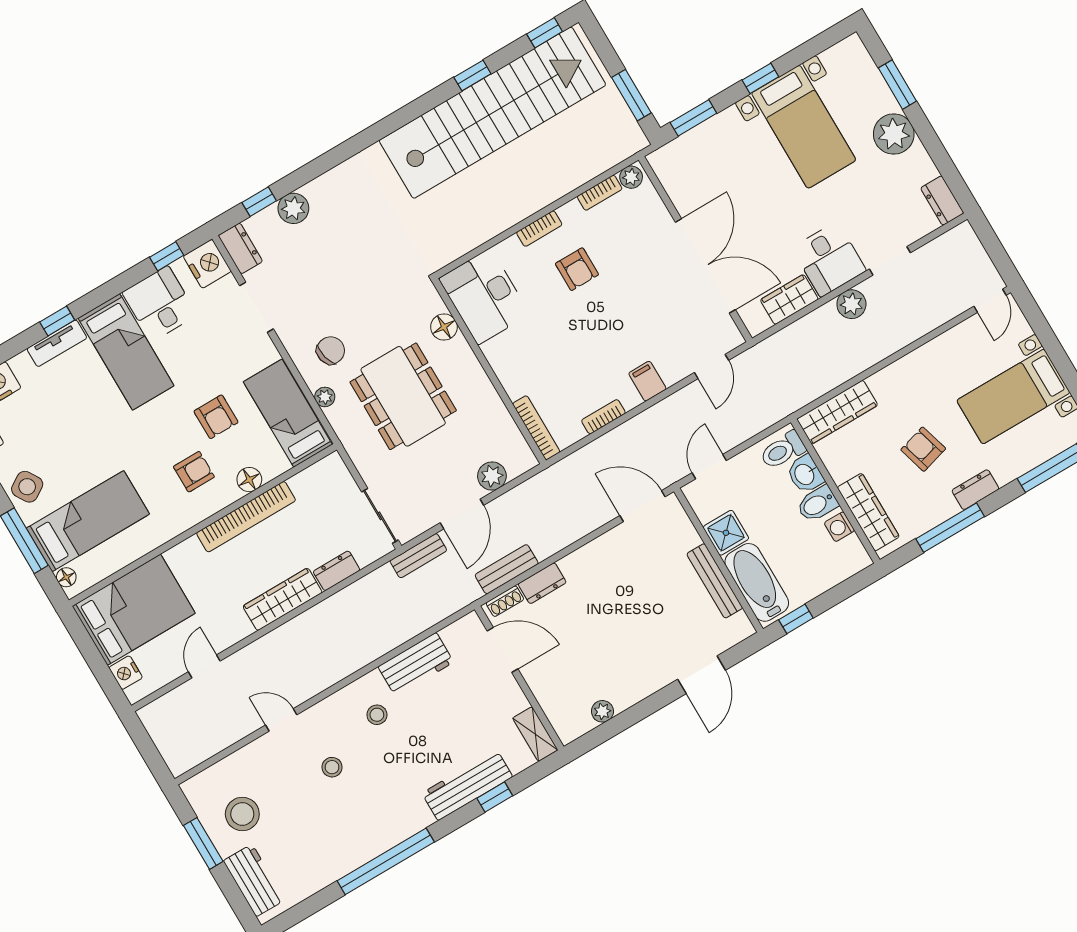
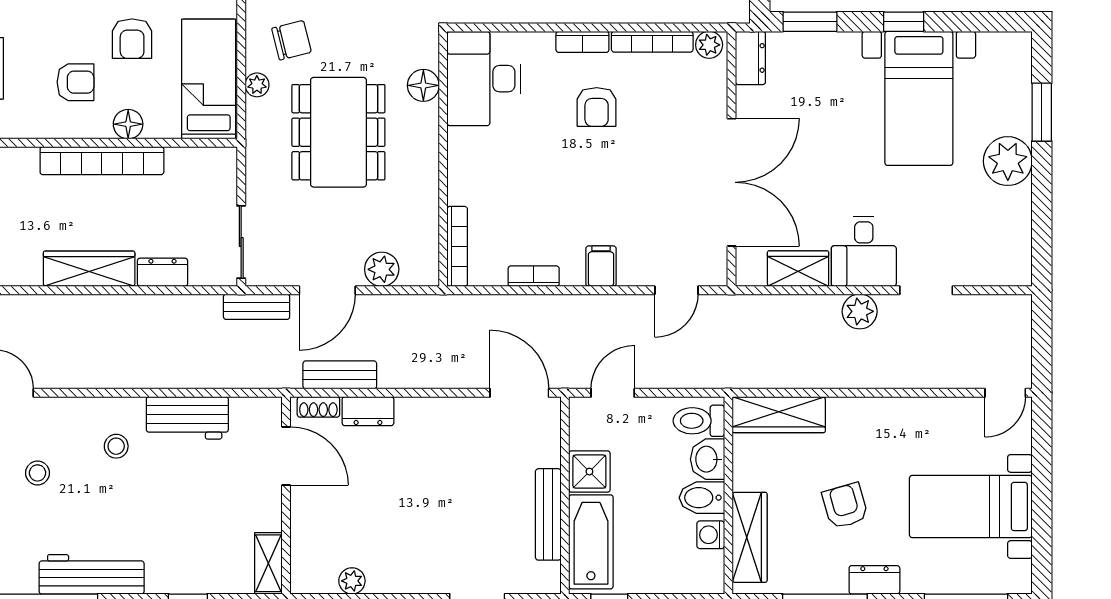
bookcase: (600, 193) -> (652, 42), width x1.56
dresser: (942, 201) -> (750, 58), moved, turned 180
workbench: (467, 785) -> (92, 574), moved

